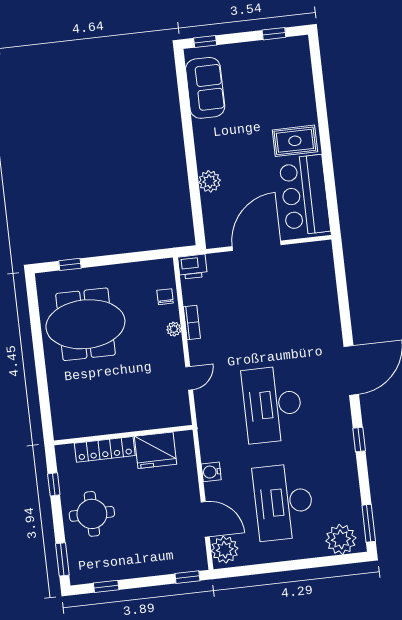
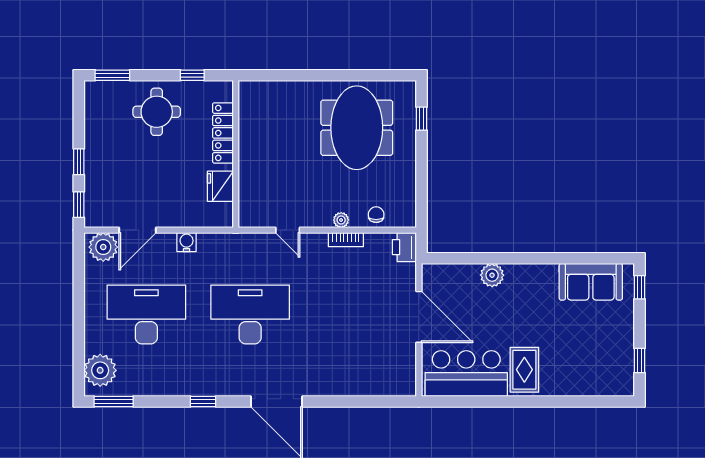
chair: (165, 297) -> (376, 215), turned -90
fridge: (156, 450) -> (220, 186), width x0.73, depth x0.75
window: (106, 586) -> (79, 162), moved

